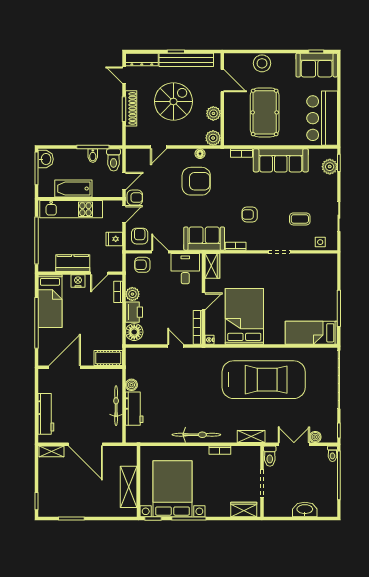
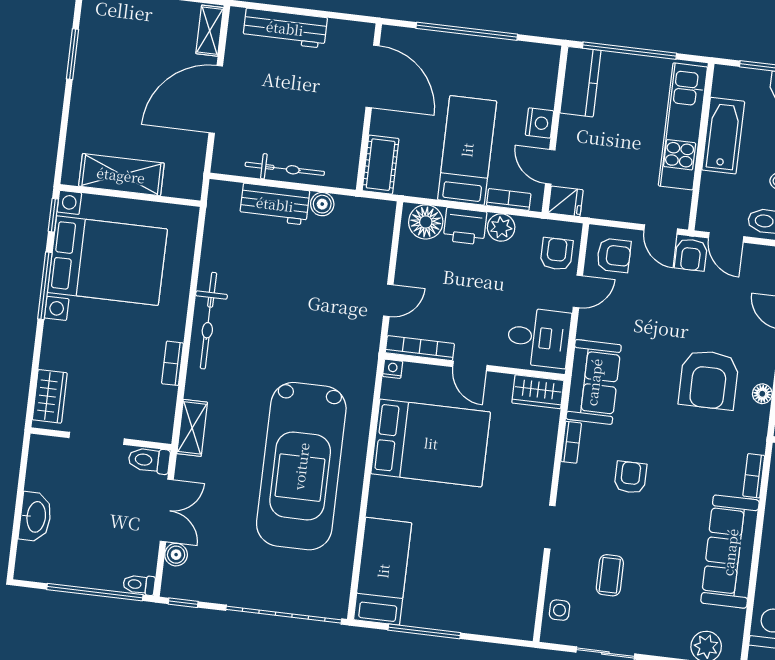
fridge: (114, 239) -> (566, 201), moved, turned 90
kitchen counter: (73, 263) -> (580, 82), moved
bed: (50, 301) -> (467, 150), moved, turned 90

